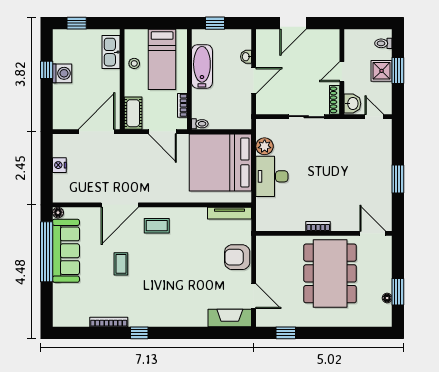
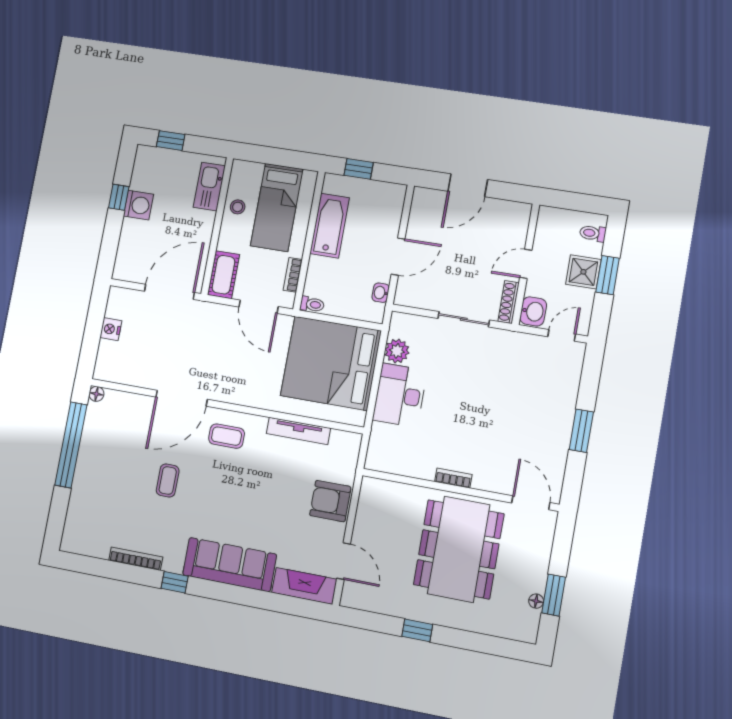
washbasin: (246, 57) -> (381, 293), moved
door: (374, 117) -> (562, 335), hinge flipped
tv unit: (229, 213) -> (298, 431), moved
sofa: (66, 251) -> (230, 565), moved, turned -90
window: (286, 333) -> (417, 630), moved

